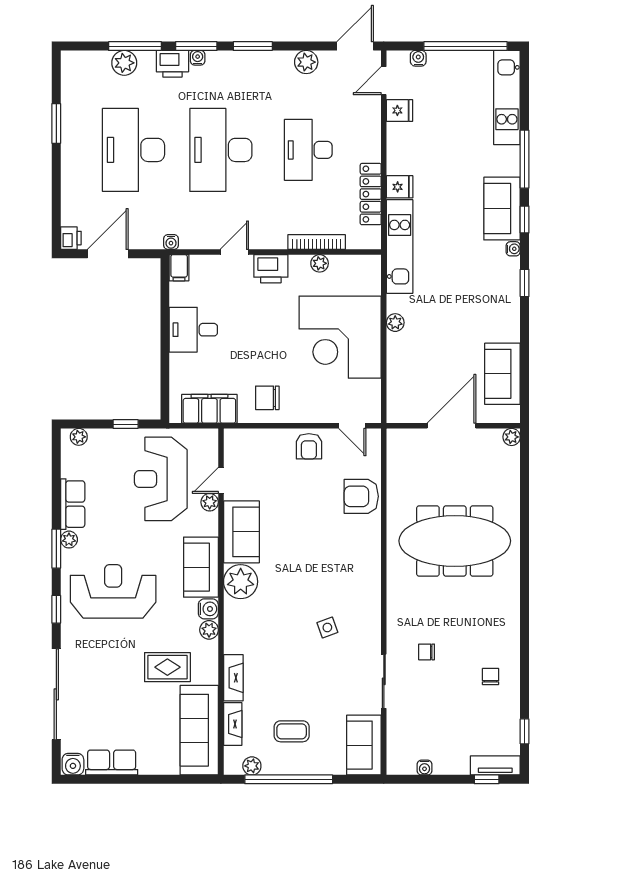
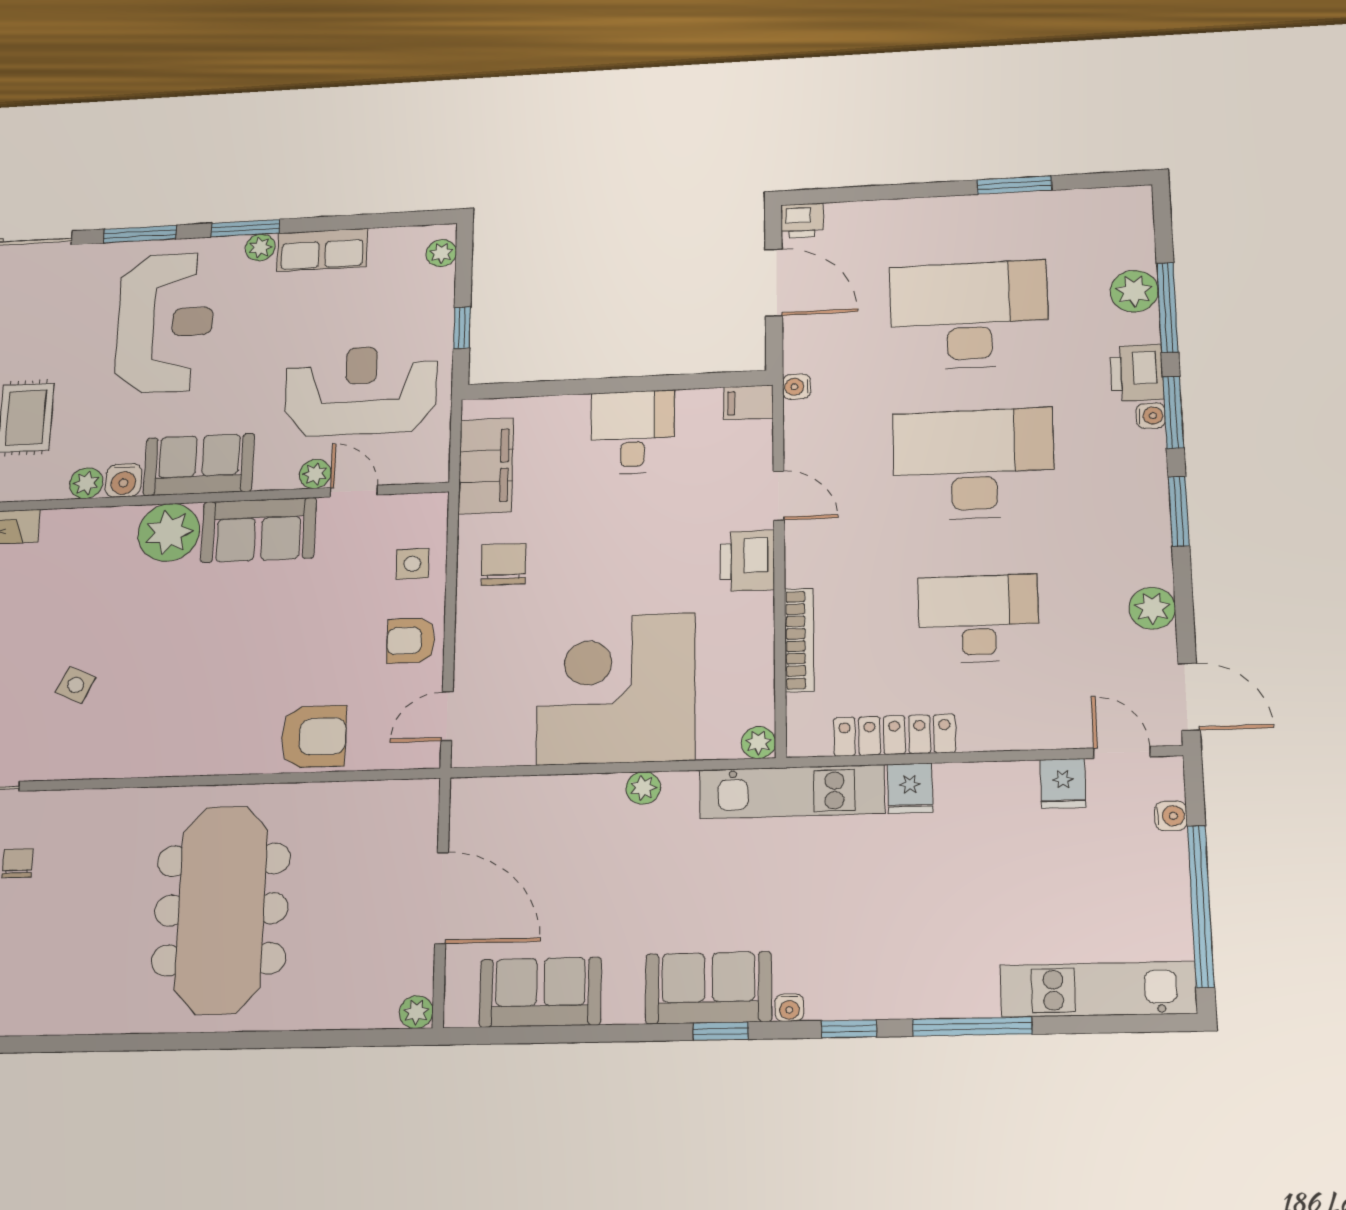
sofa: (502, 209) -> (708, 988), moved
plant: (320, 263) -> (759, 743), moved
side table: (265, 447) -> (412, 564), added
armchair: (361, 496) -> (314, 737), turned 90
window: (56, 609) -> (140, 234), width x1.50
side table: (327, 628) -> (76, 685), turned 45

